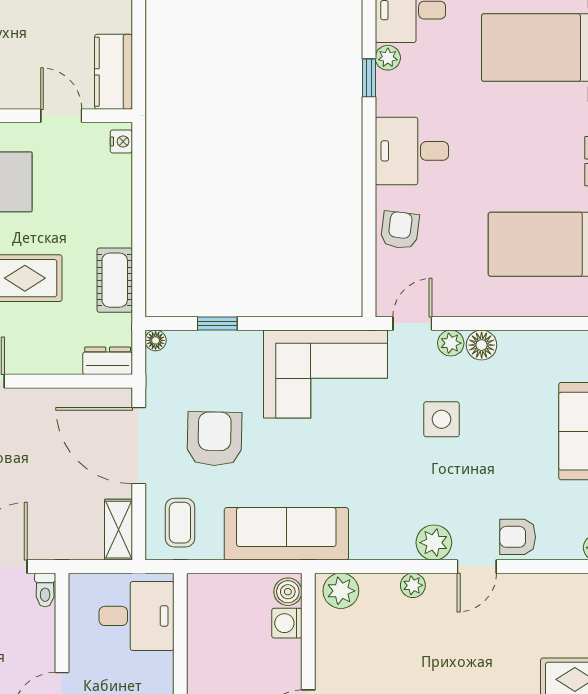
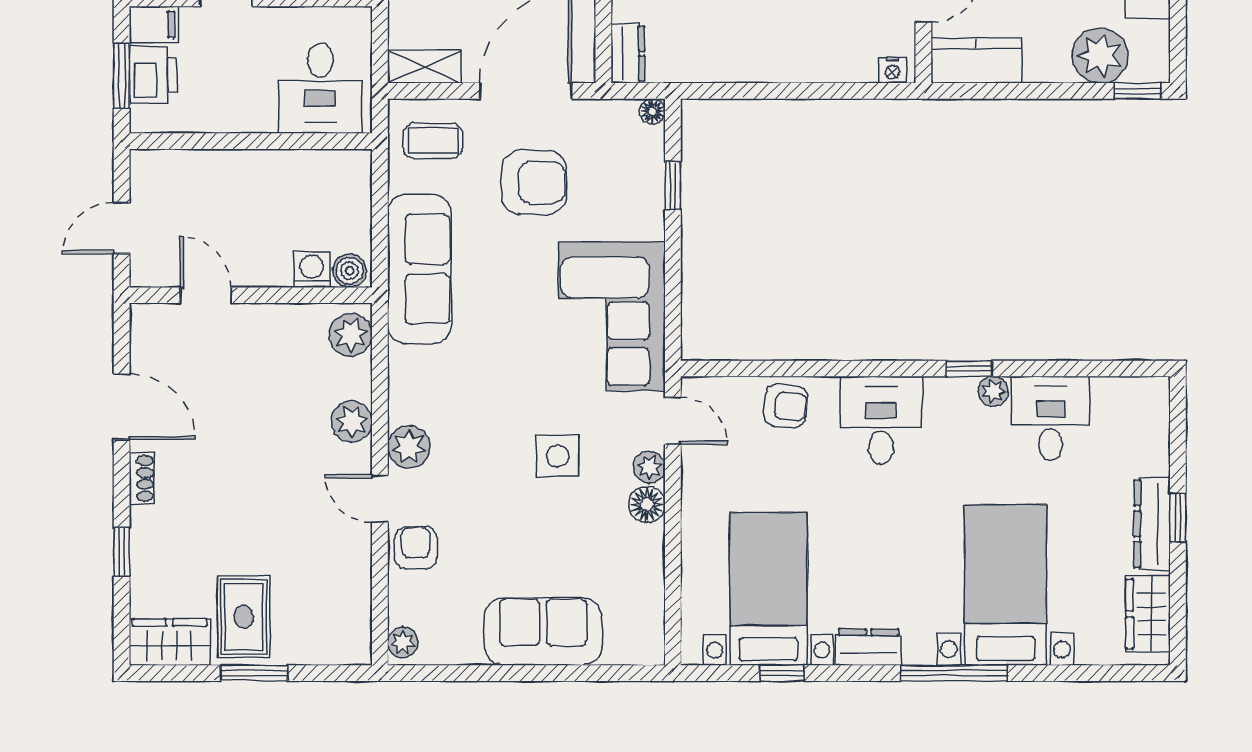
cot: (115, 280) -> (725, 62), removed
plant: (413, 585) -> (352, 422), width x1.38, depth x1.38

